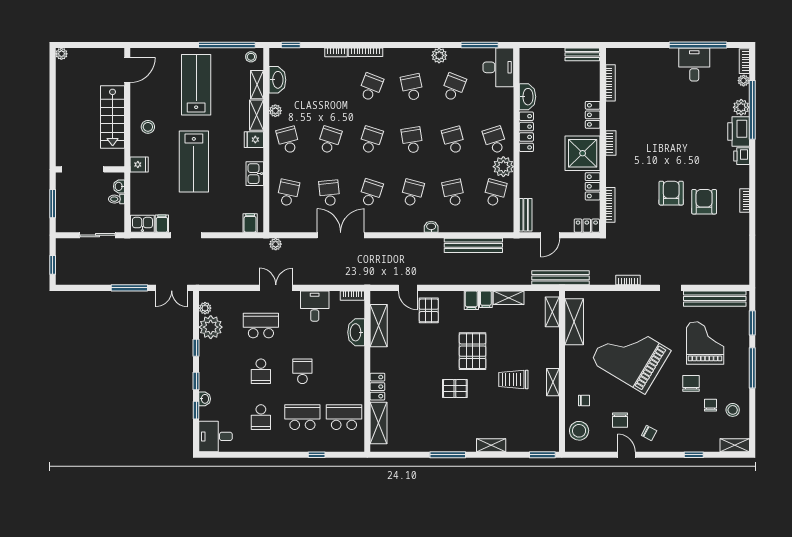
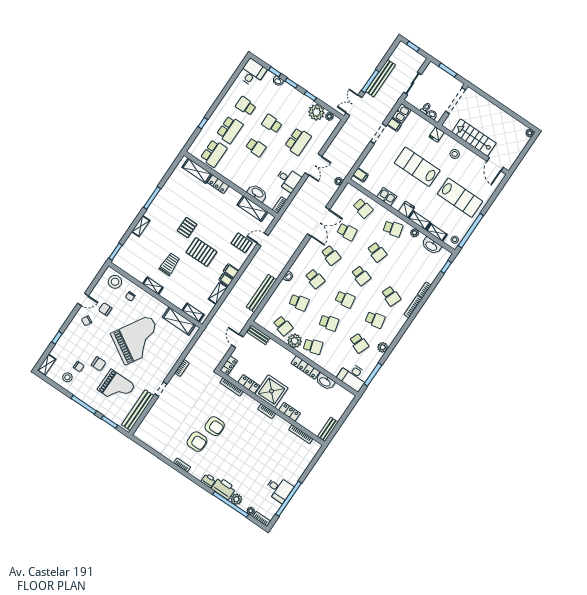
bench: (560, 278) -> (381, 78), moved

